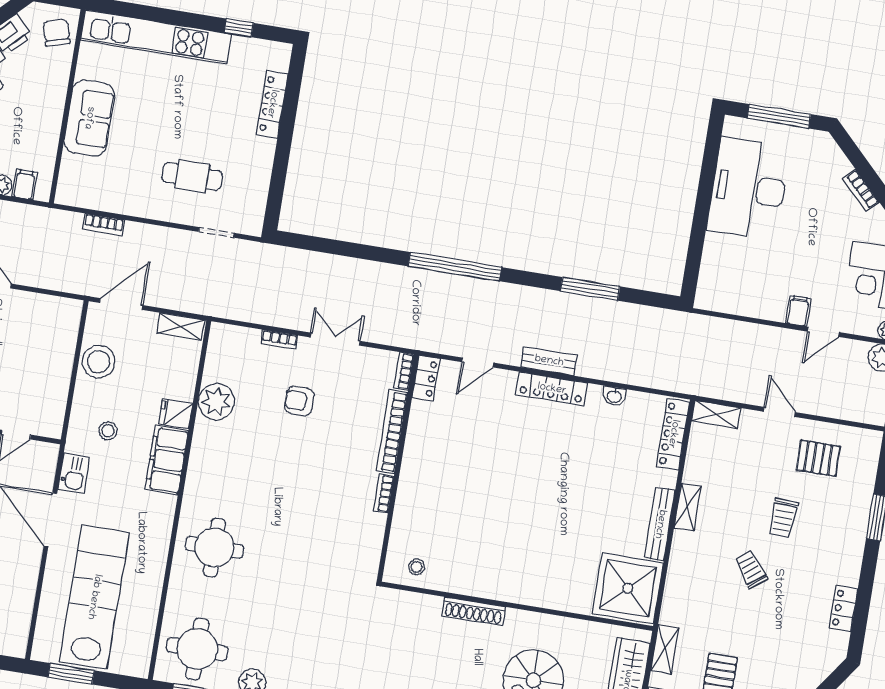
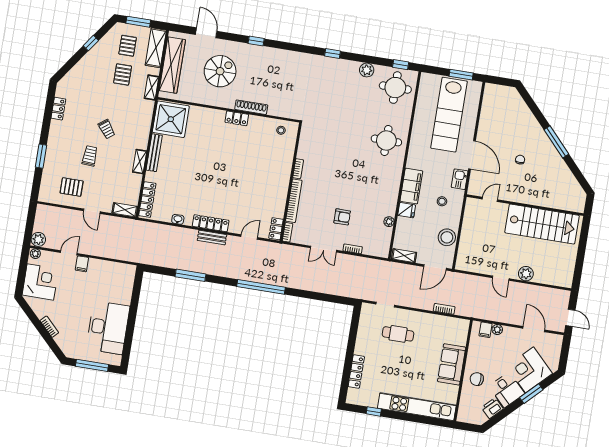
chair: (57, 33) -> (477, 379), moved, turned 109
plant: (216, 402) -> (389, 222), width x0.53, depth x0.53
locker: (501, 590) -> (237, 118), added

